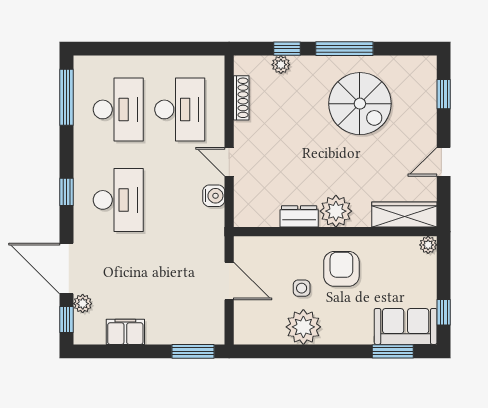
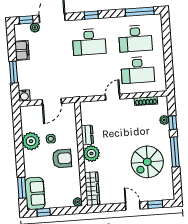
door: (444, 162) -> (133, 206), moved
water cooler: (214, 196) -> (24, 96), moved
window: (193, 351) -> (14, 72), moved

